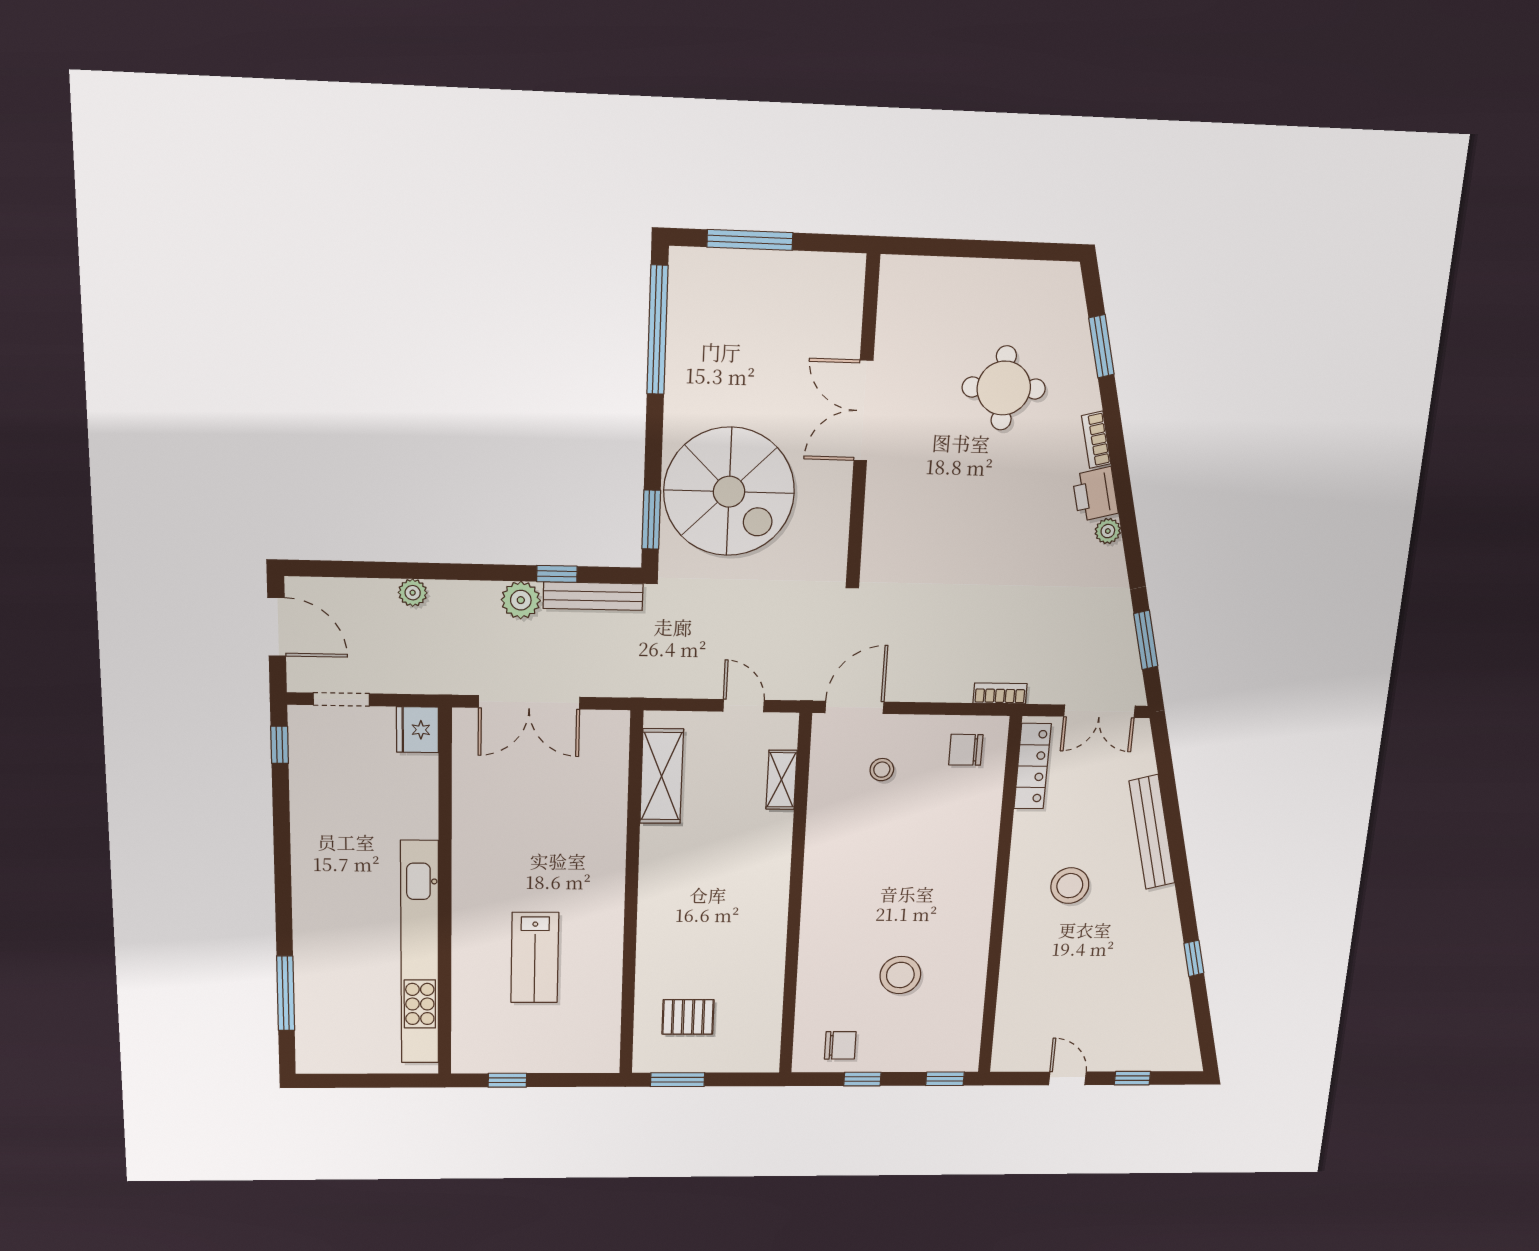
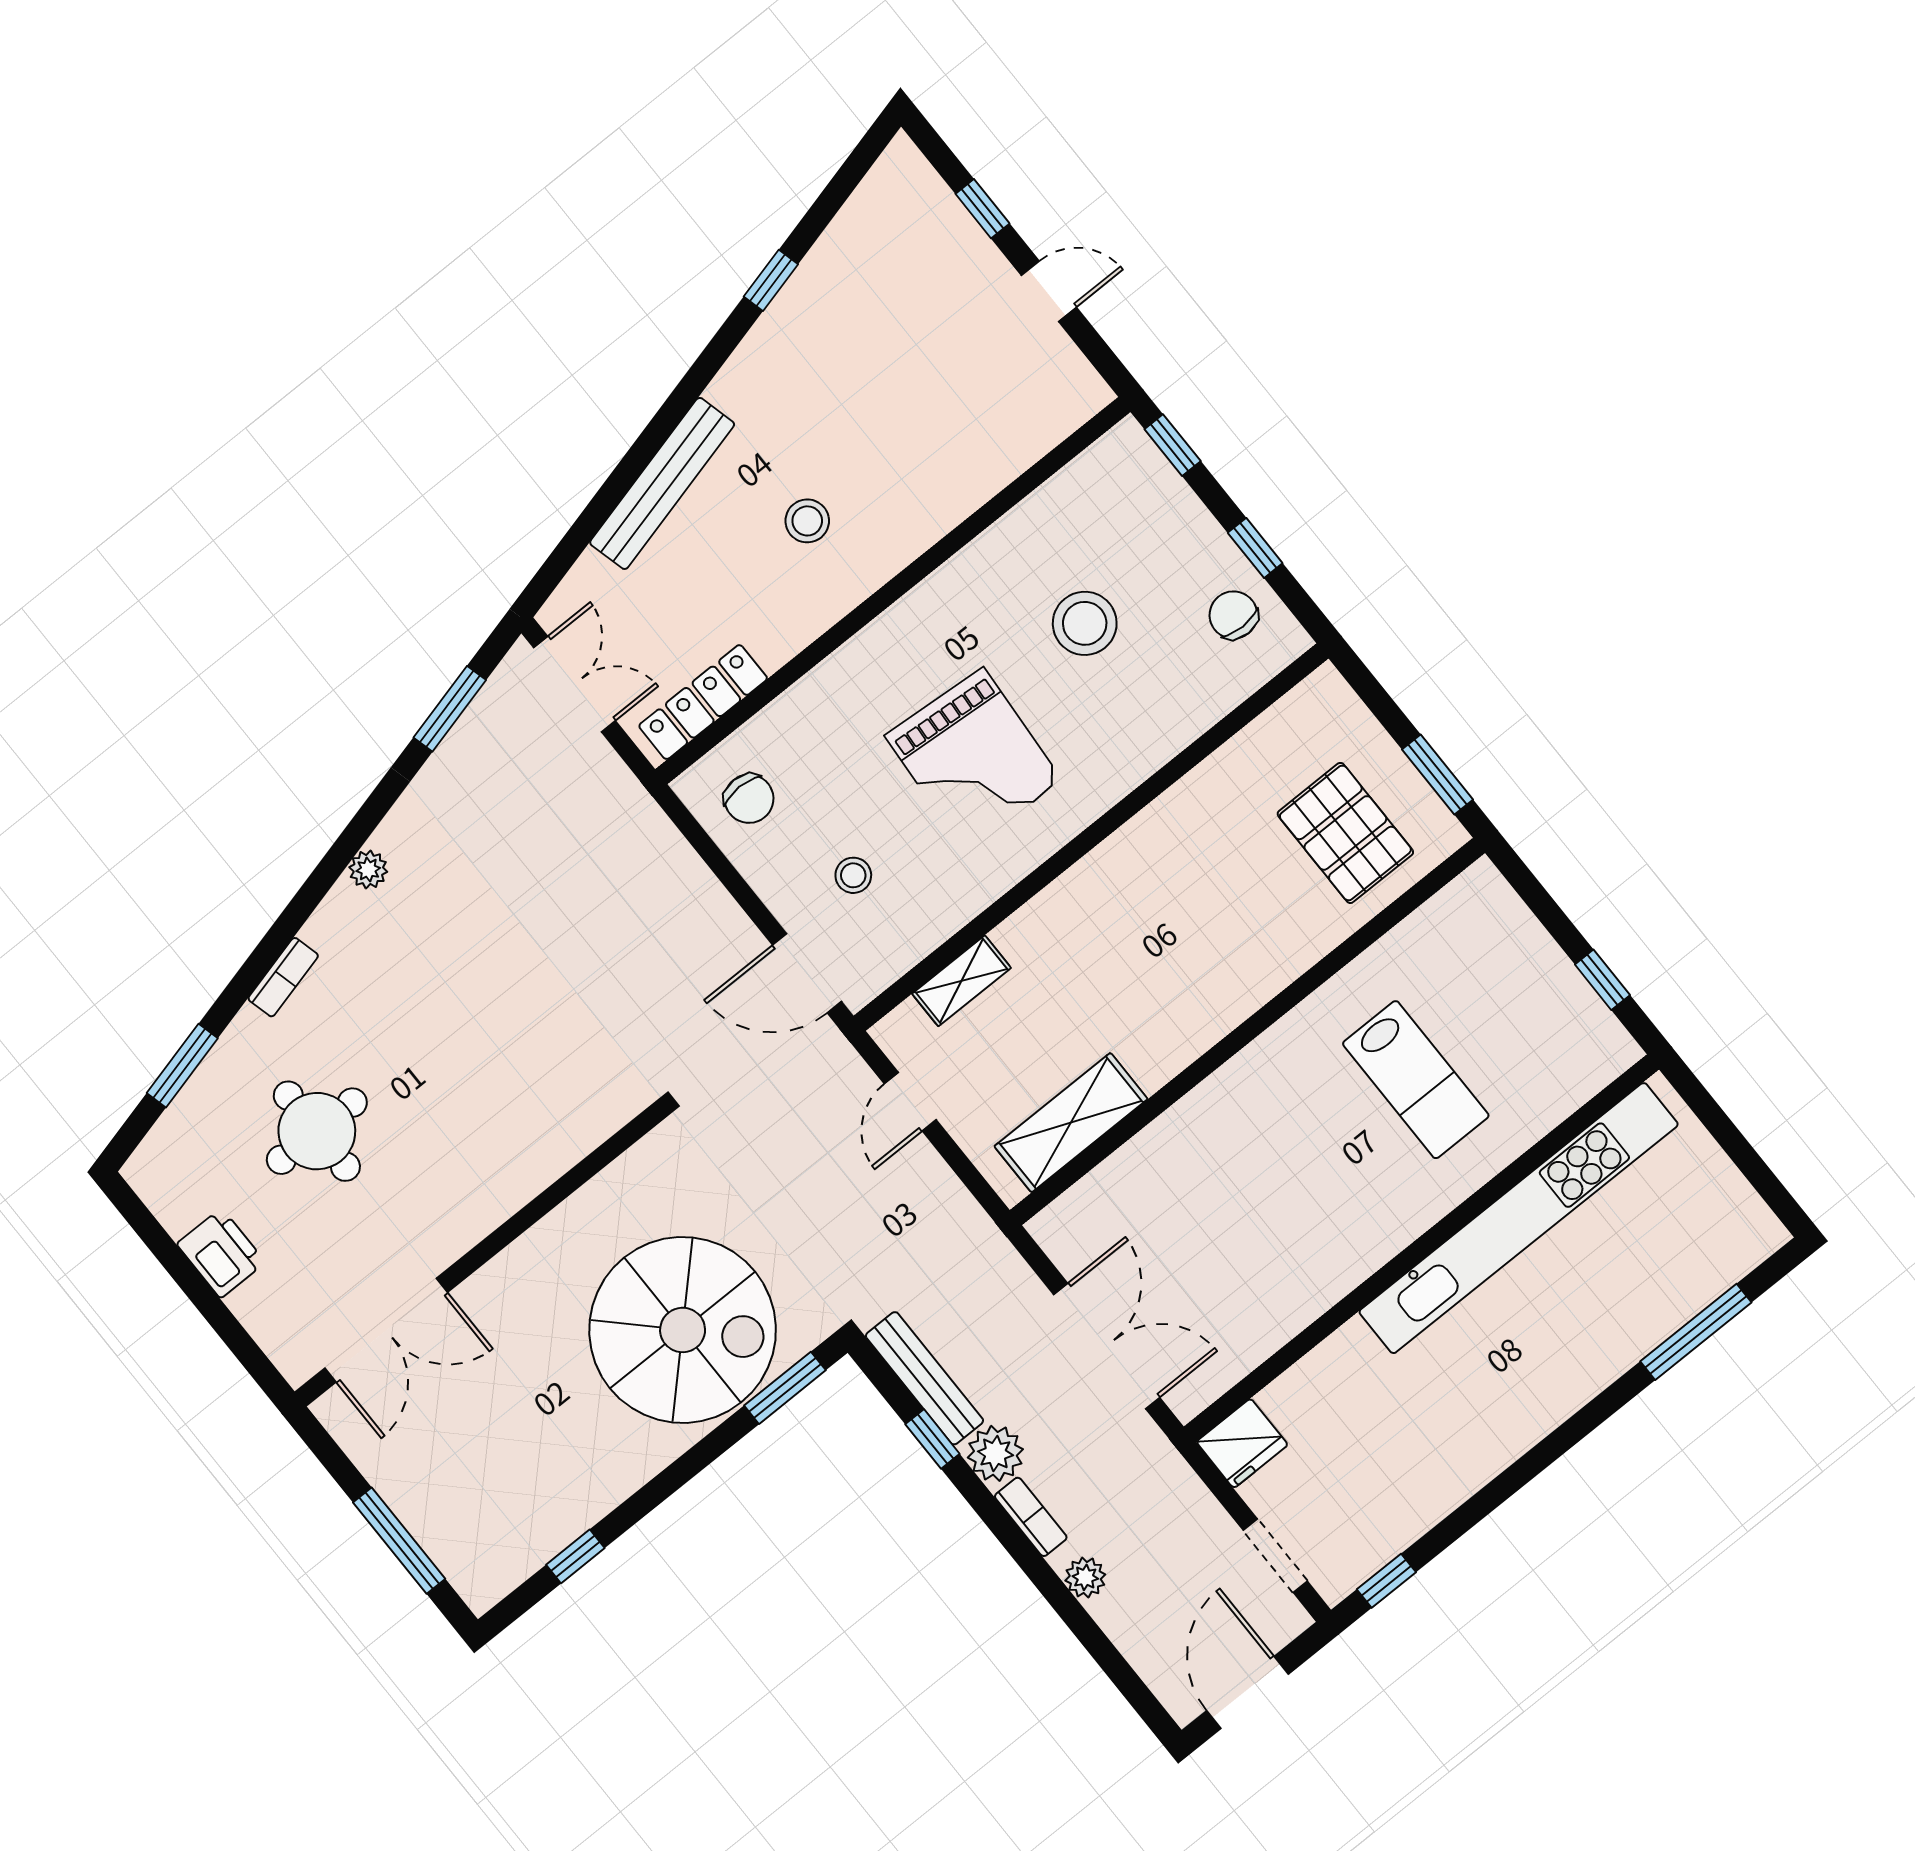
window: (657, 330) -> (575, 1556), width x0.32
double door: (863, 411) -> (386, 1330), moved
spiral stairs: (729, 492) -> (683, 1330), turned 90
printer: (1095, 494) -> (221, 1253), moved, turned -76
bookcase: (1000, 693) -> (1031, 1517), moved, turned 180
grand piano: (885, 873) -> (974, 758), added
stool: (1070, 886) -> (807, 521), width x0.73, depth x0.73
lab bench: (535, 958) -> (1416, 1080), turned 90
pallet: (688, 1017) -> (1345, 833), width x1.50, depth x1.42
door: (1067, 1078) -> (1049, 291), swing flipped

